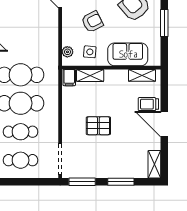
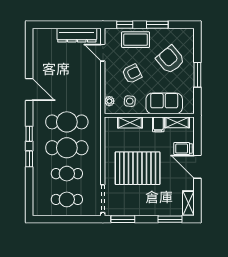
filing cabinet: (69, 78) -> (158, 124), moved
pallet: (98, 126) -> (138, 168), width x2.05, depth x2.00
window: (121, 182) -> (170, 219), moved

